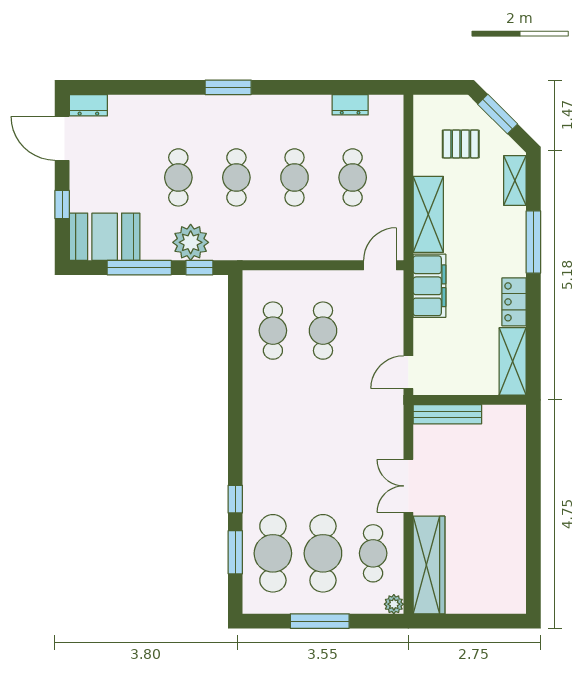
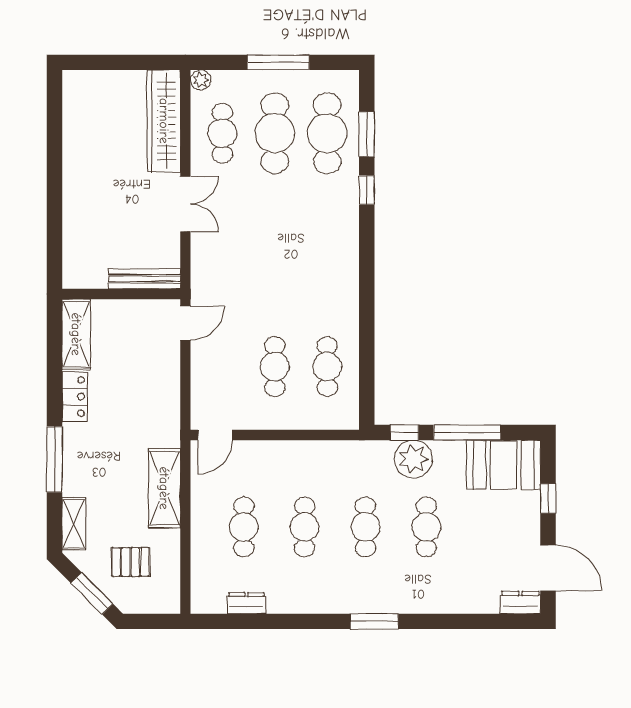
filing cabinet: (429, 286) -> (163, 413), removed

